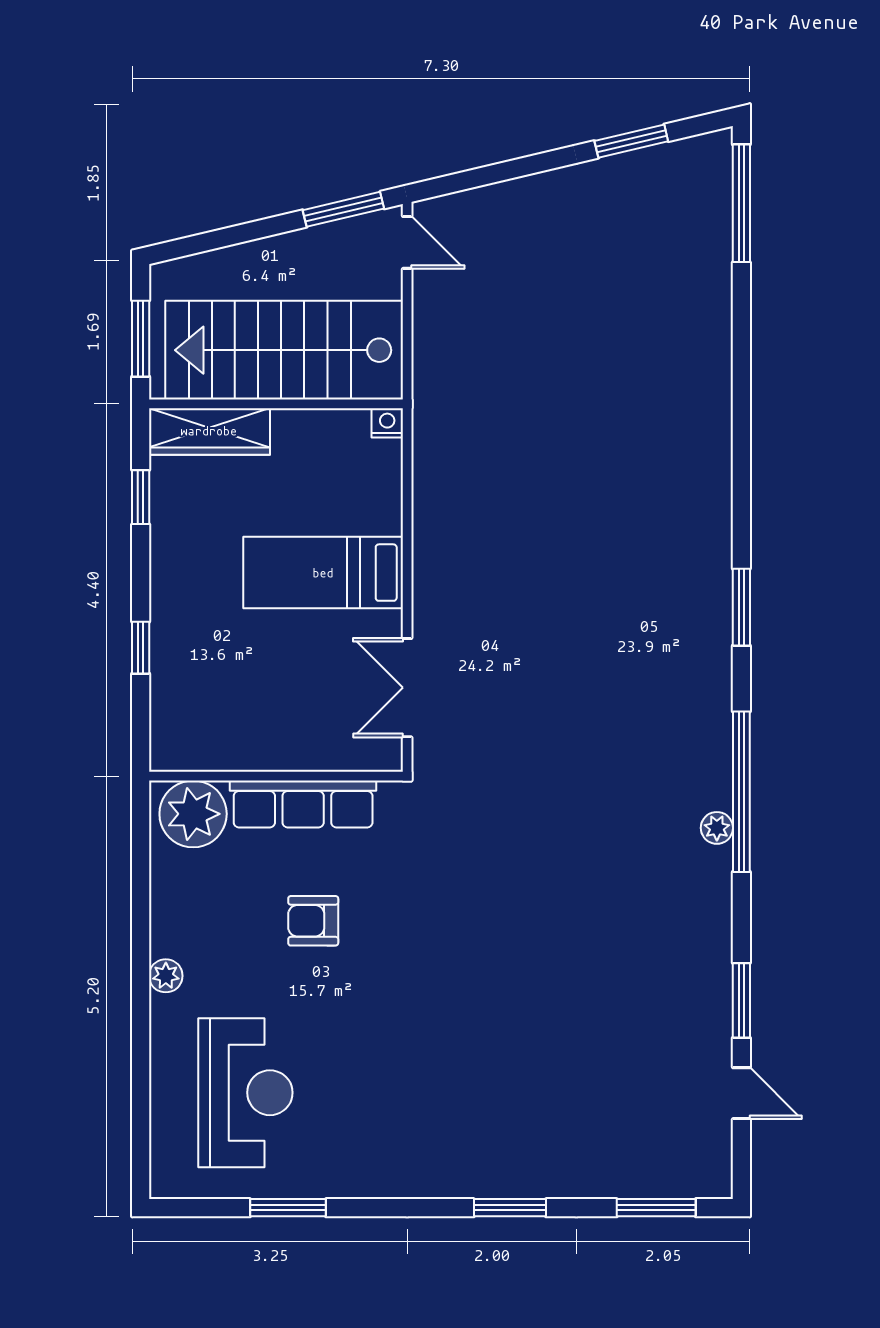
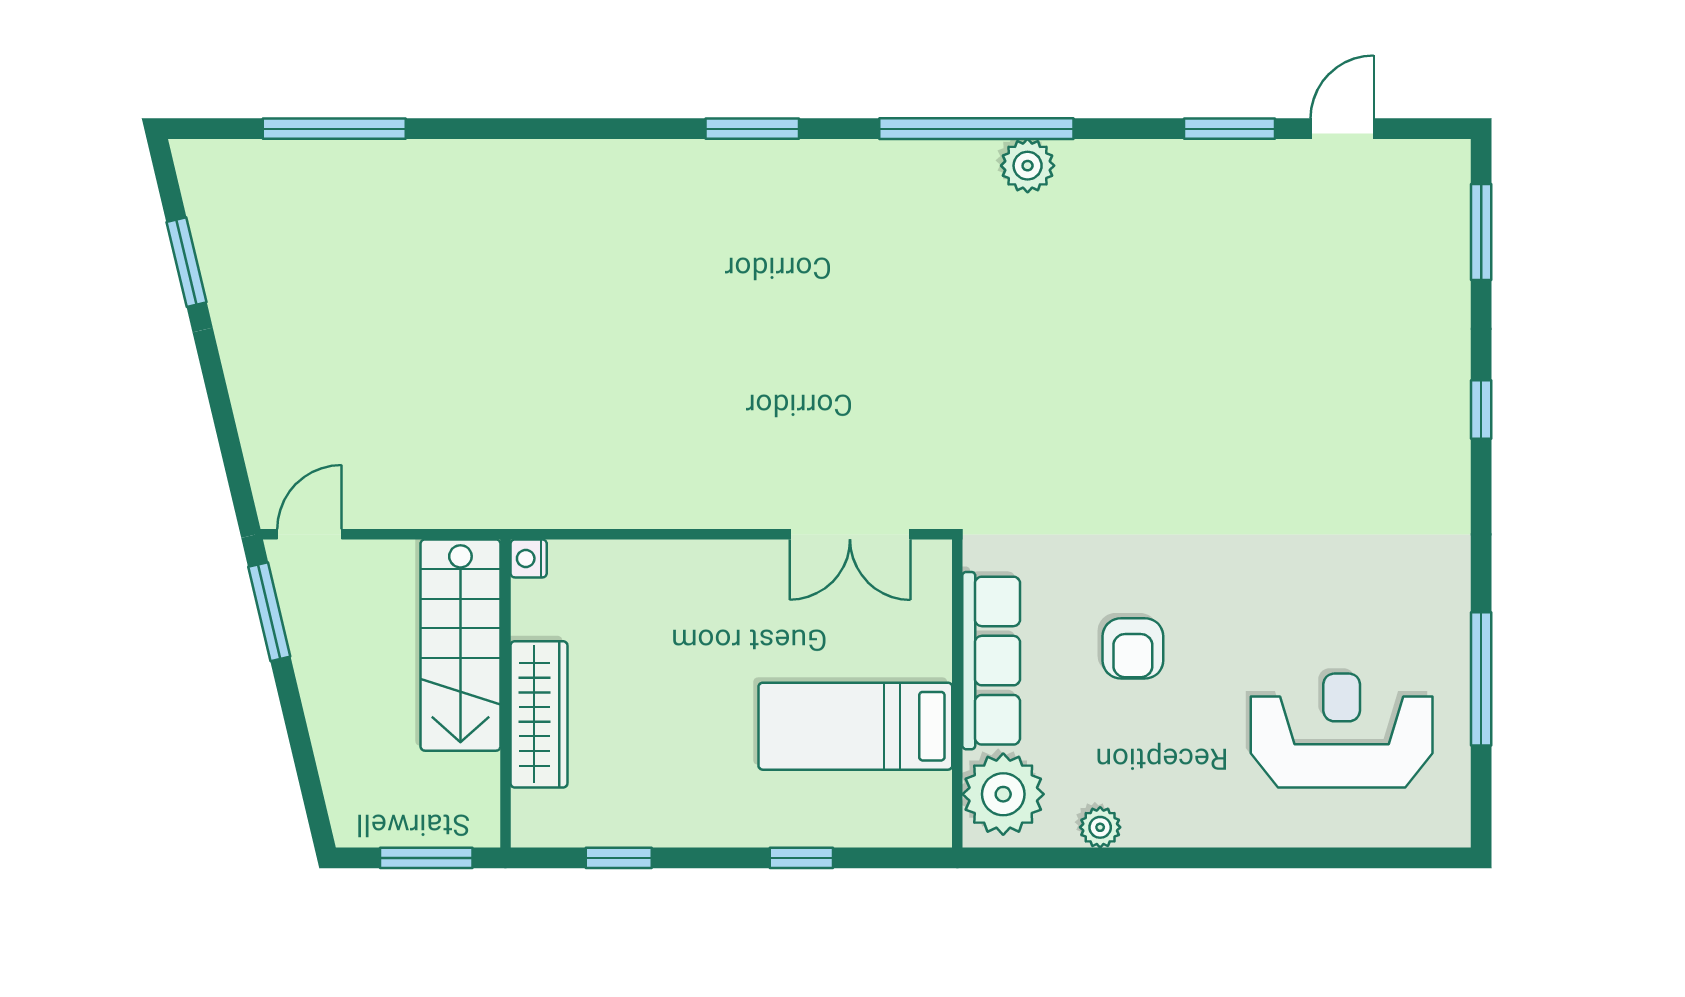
window: (741, 203) -> (334, 129), moved
stairs: (284, 350) -> (460, 645), width x0.73, depth x0.66
wardrobe: (209, 431) -> (539, 714), moved
bed: (323, 573) -> (855, 726), moved, turned 90
plant: (717, 828) -> (1028, 166), width x1.38, depth x1.38
plant: (166, 976) -> (1100, 827), moved
window: (288, 1208) -> (1481, 679), width x1.44
window: (510, 1208) -> (1481, 409), width x0.67

